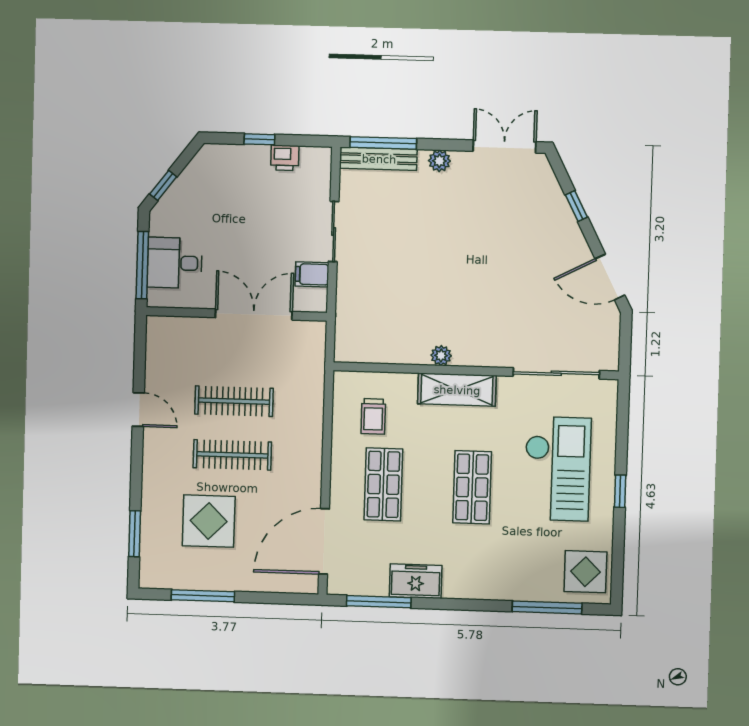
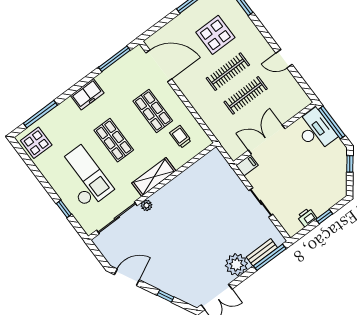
bench: (379, 159) -> (262, 252), width x0.73
plant: (439, 161) -> (236, 265), width x1.87, depth x1.87
desk: (175, 263) -> (315, 130), width x1.37
filing cabinet: (312, 274) -> (247, 165), moved
double door: (254, 315) -> (267, 139), swing flipped
plant: (441, 356) -> (146, 205), moved
checkout: (557, 469) -> (84, 177), turned 180
window: (620, 491) -> (64, 209), moved
door: (324, 541) -> (159, 66), hinge flipped
freezer: (416, 581) -> (87, 94), moved

